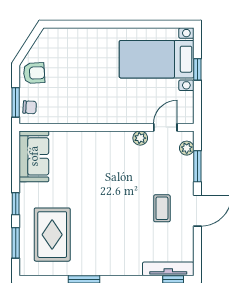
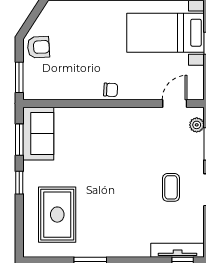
chair: (30, 107) -> (111, 90), moved
plant: (140, 138) -> (148, 114), removed
window: (16, 243) -> (19, 140), moved

